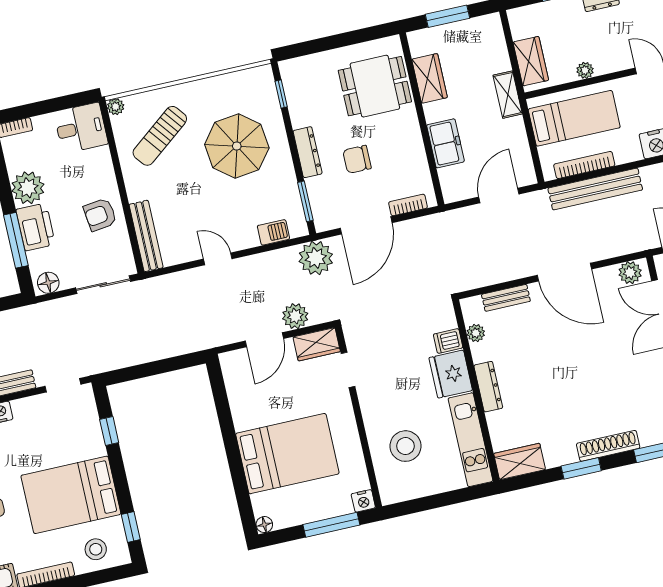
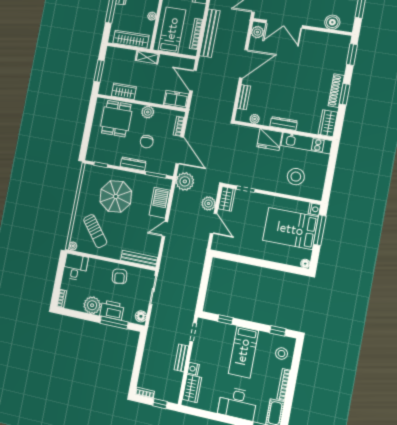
wardrobe: (531, 61) -> (131, 39), width x1.50
plant: (410, 138) -> (148, 112), added
freezer: (445, 143) -> (176, 99), moved
barbecue: (273, 232) -> (160, 203), width x1.88, depth x1.53
dishwasher: (448, 341) -> (253, 134), removed
shoe rack: (608, 446) -> (336, 91), moved
bed: (287, 454) -> (290, 229), moved, turned -90
bed: (71, 495) -> (243, 352), width x0.67

